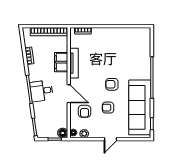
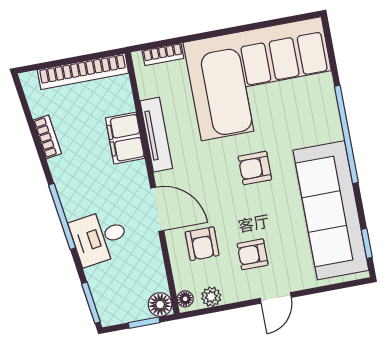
corner sofa: (121, 48) -> (261, 79), added
desk: (42, 91) -> (99, 238), moved
armchair: (108, 108) -> (253, 254), moved

